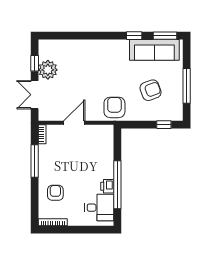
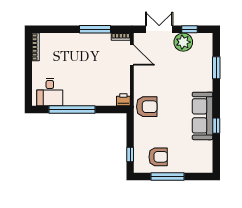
window: (165, 36) -> (216, 68), moved
sofa: (154, 50) -> (203, 116), moved
armchair: (150, 90) -> (158, 157), moved, turned -70
door: (74, 123) -> (132, 55), moved
printer: (107, 186) -> (123, 100), moved
armchair: (55, 193) -> (64, 49), removed

